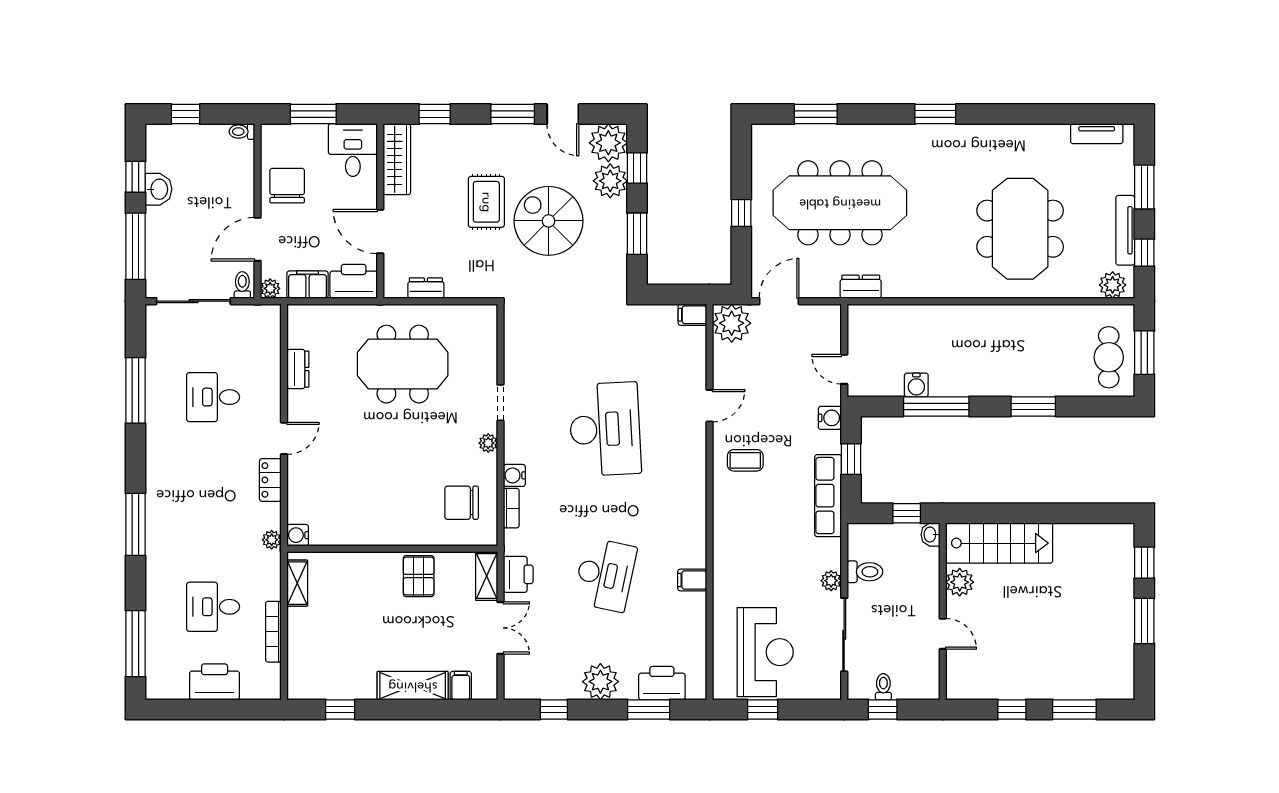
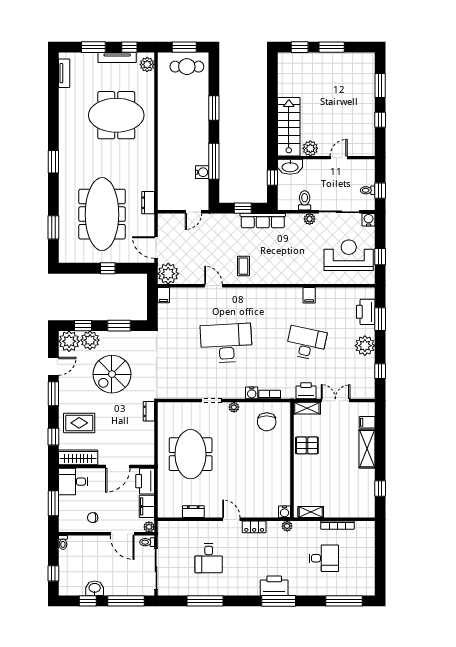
chair: (287, 186) -> (93, 518), width x0.54, depth x0.54
rug: (486, 202) -> (79, 423), moved
dresser: (426, 288) -> (149, 411), moved
water cooler: (830, 418) -> (369, 220), moved
washbasin: (930, 535) -> (290, 167), width x1.91, depth x1.45
desk: (213, 607) -> (324, 558), turned -90
printer: (215, 682) -> (274, 586), moved, turned 90

